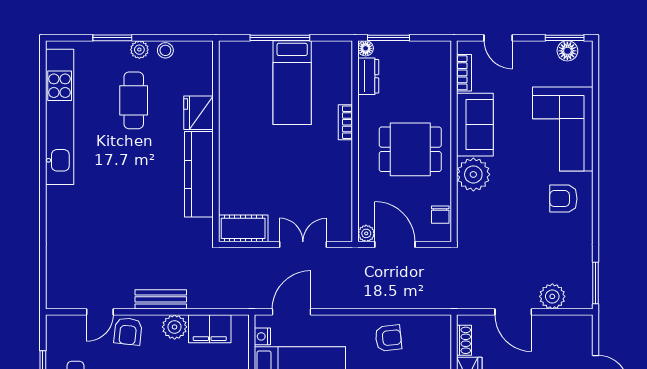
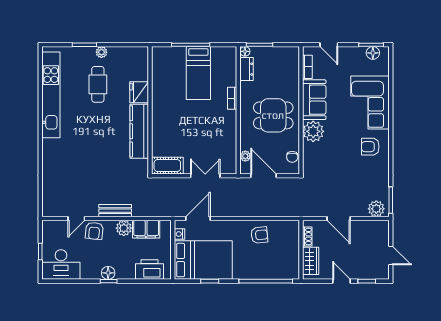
stool: (165, 50) -> (118, 53), removed
plant: (366, 233) -> (245, 156), moved
plant: (552, 296) -> (376, 209), moved

